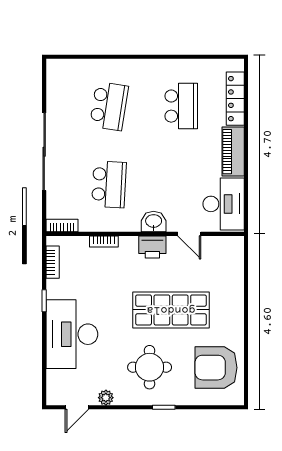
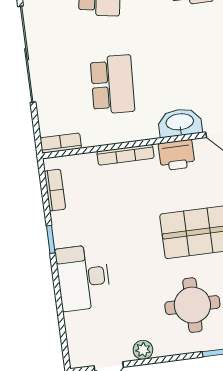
washbasin: (154, 222) -> (180, 123), width x1.38
bookcase: (104, 241) -> (125, 155), width x1.56
desk: (72, 334) -> (83, 278), width x0.73, depth x0.77

